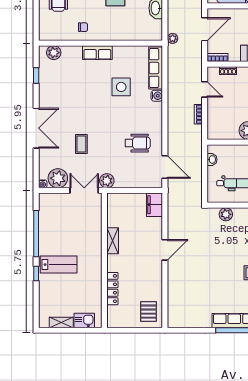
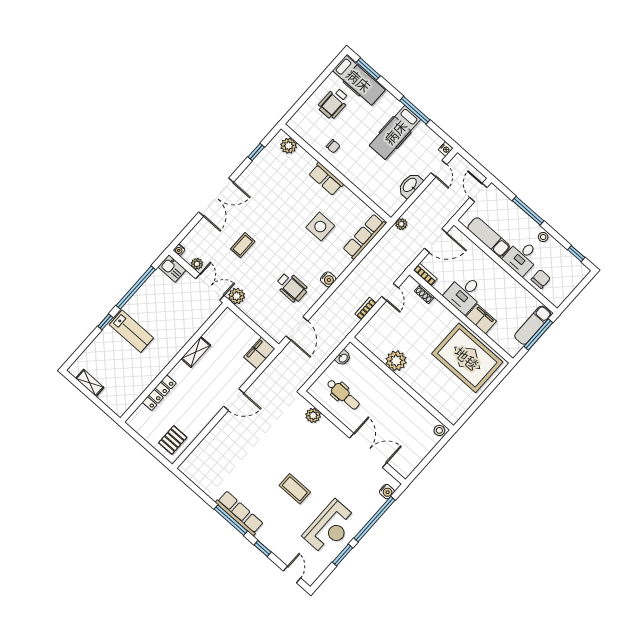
water cooler: (157, 96) -> (328, 279), moved
plant: (58, 178) -> (197, 264), width x0.53, depth x0.53
kitchen sink: (84, 320) -> (172, 268), moved, turned 180

